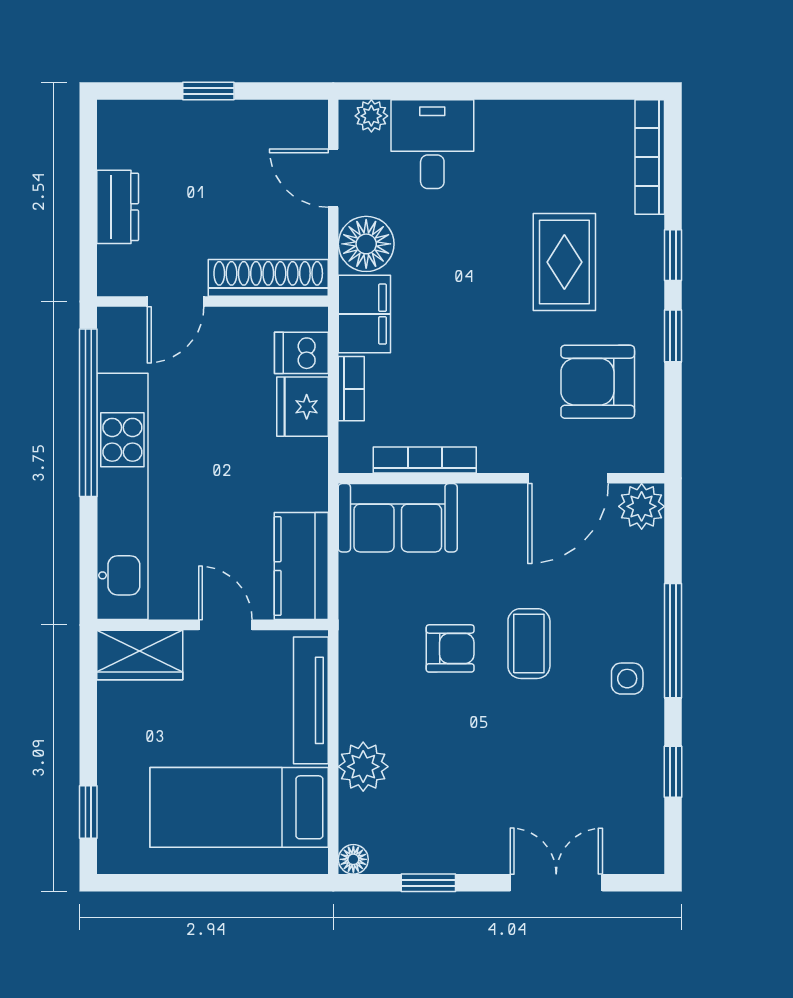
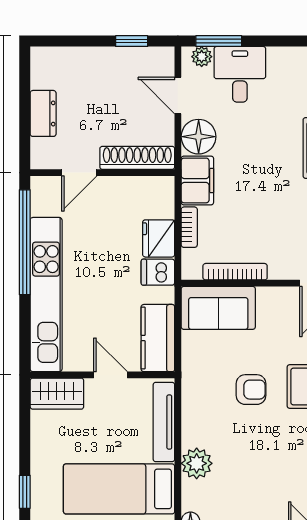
window: (208, 91) -> (132, 41), moved
window: (399, 91) -> (219, 41), added
dishwasher: (301, 353) -> (158, 272), moved

